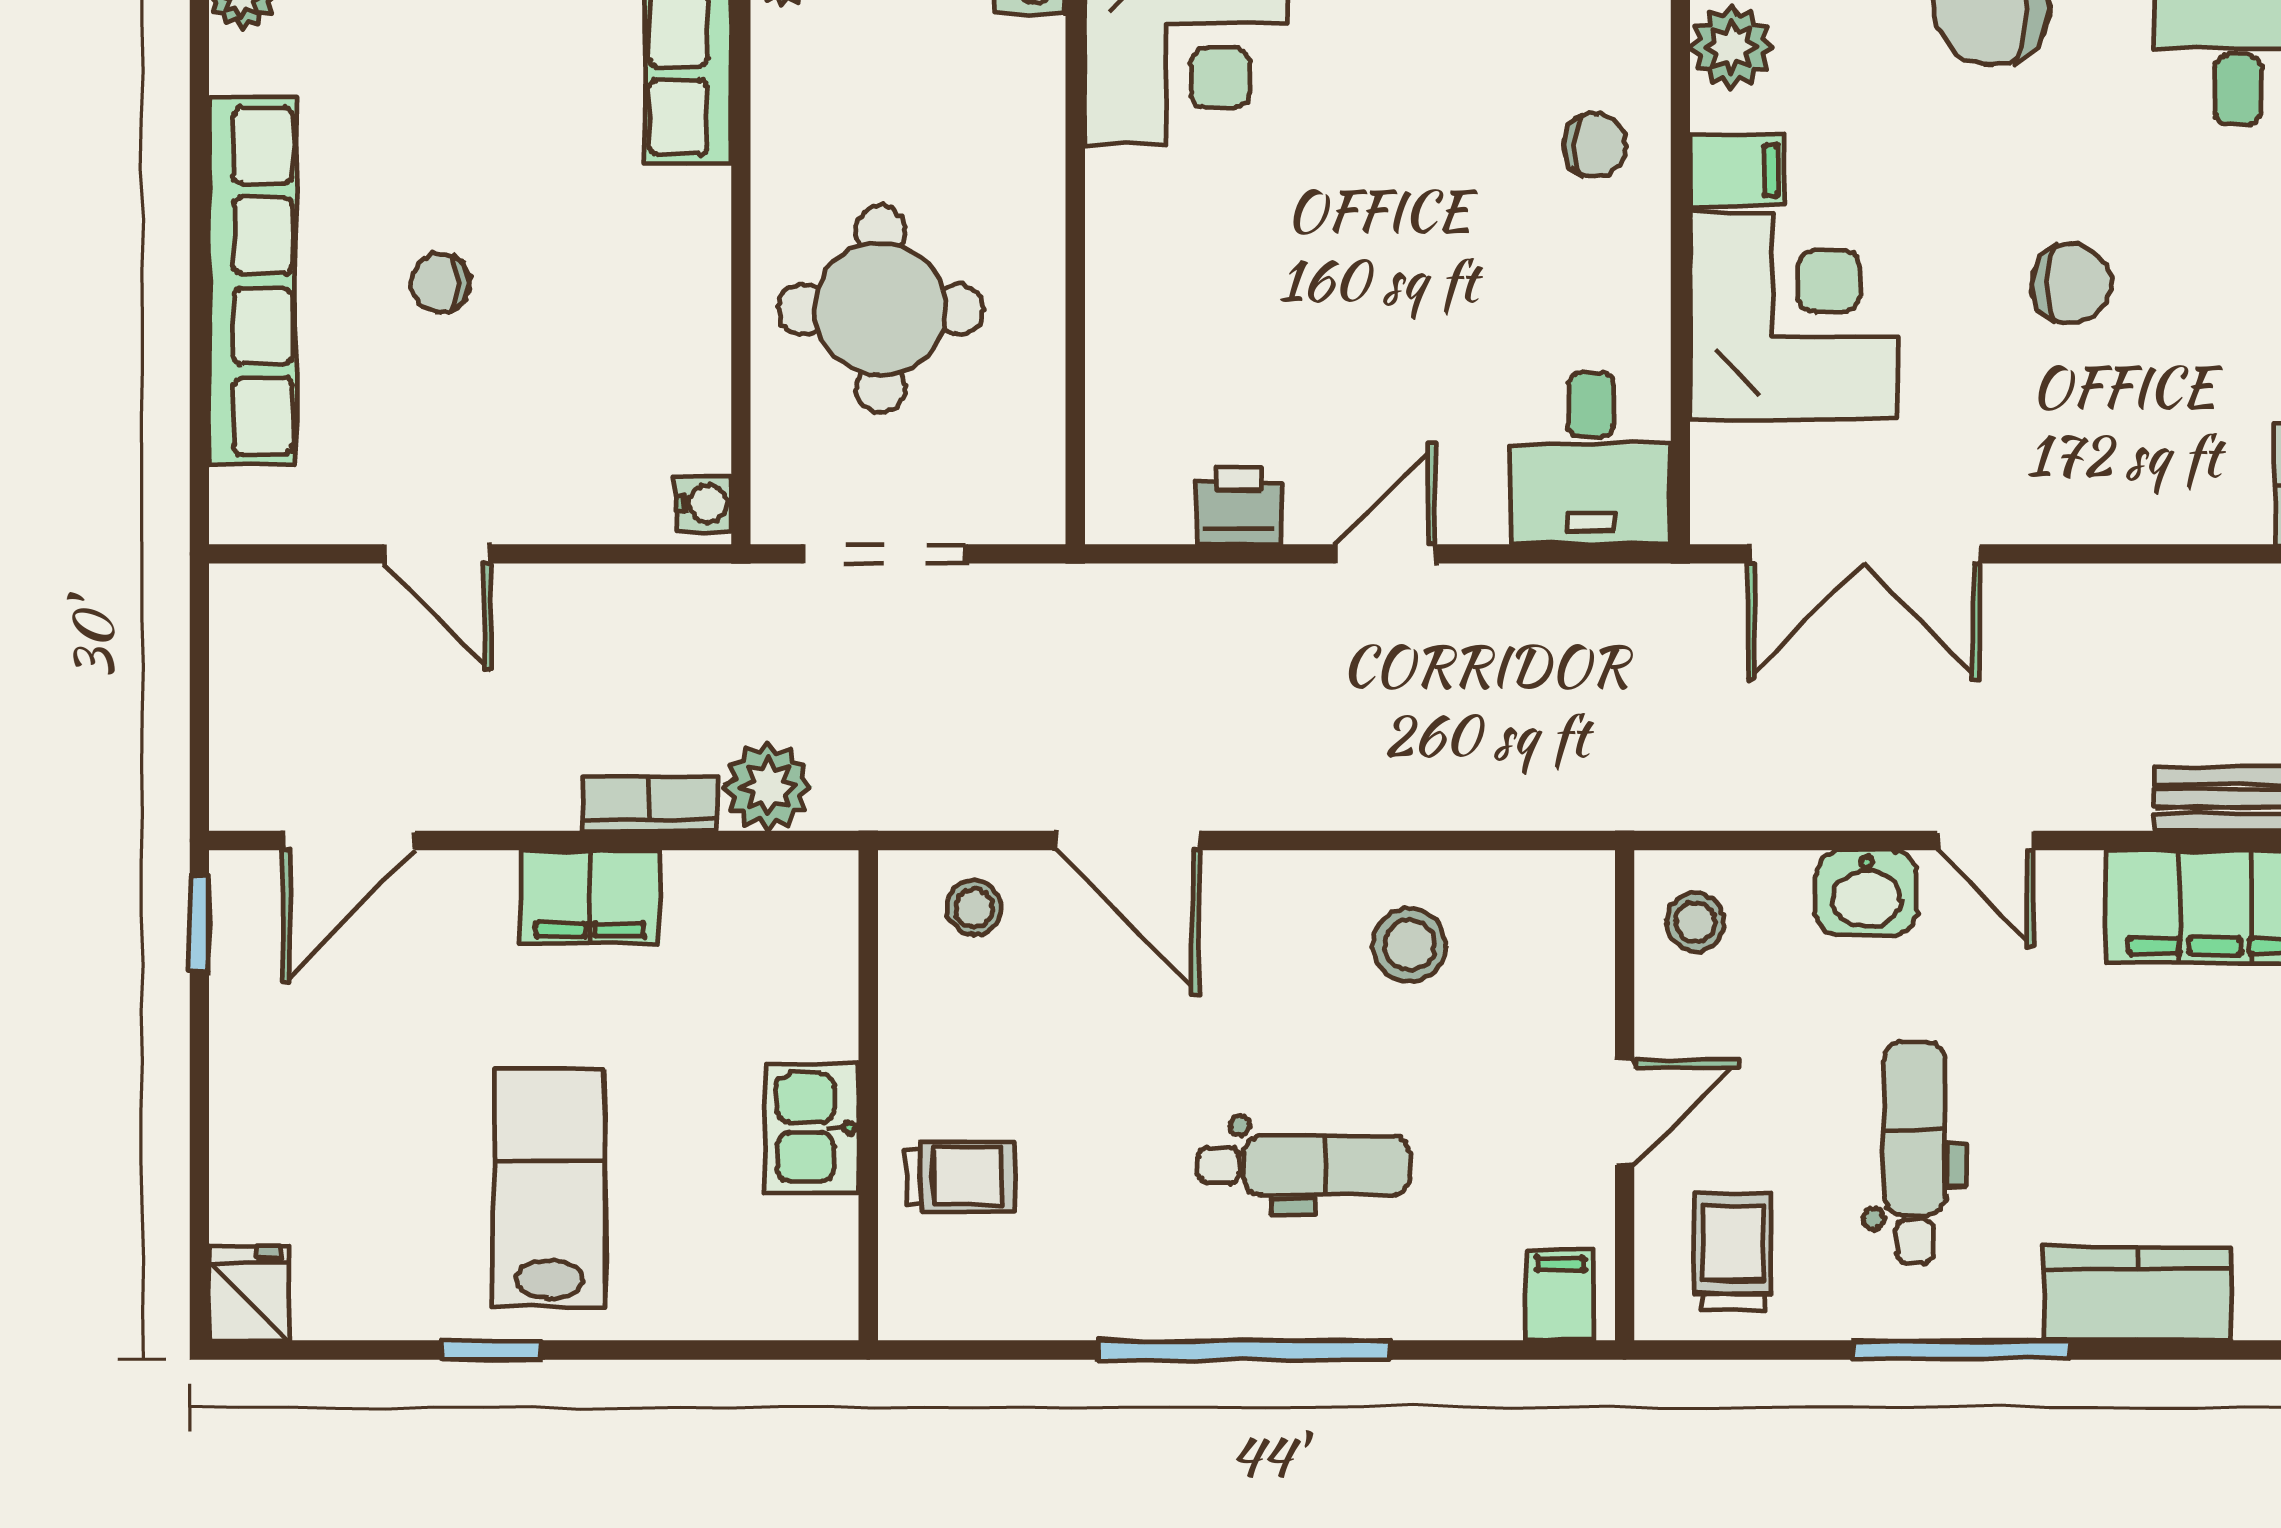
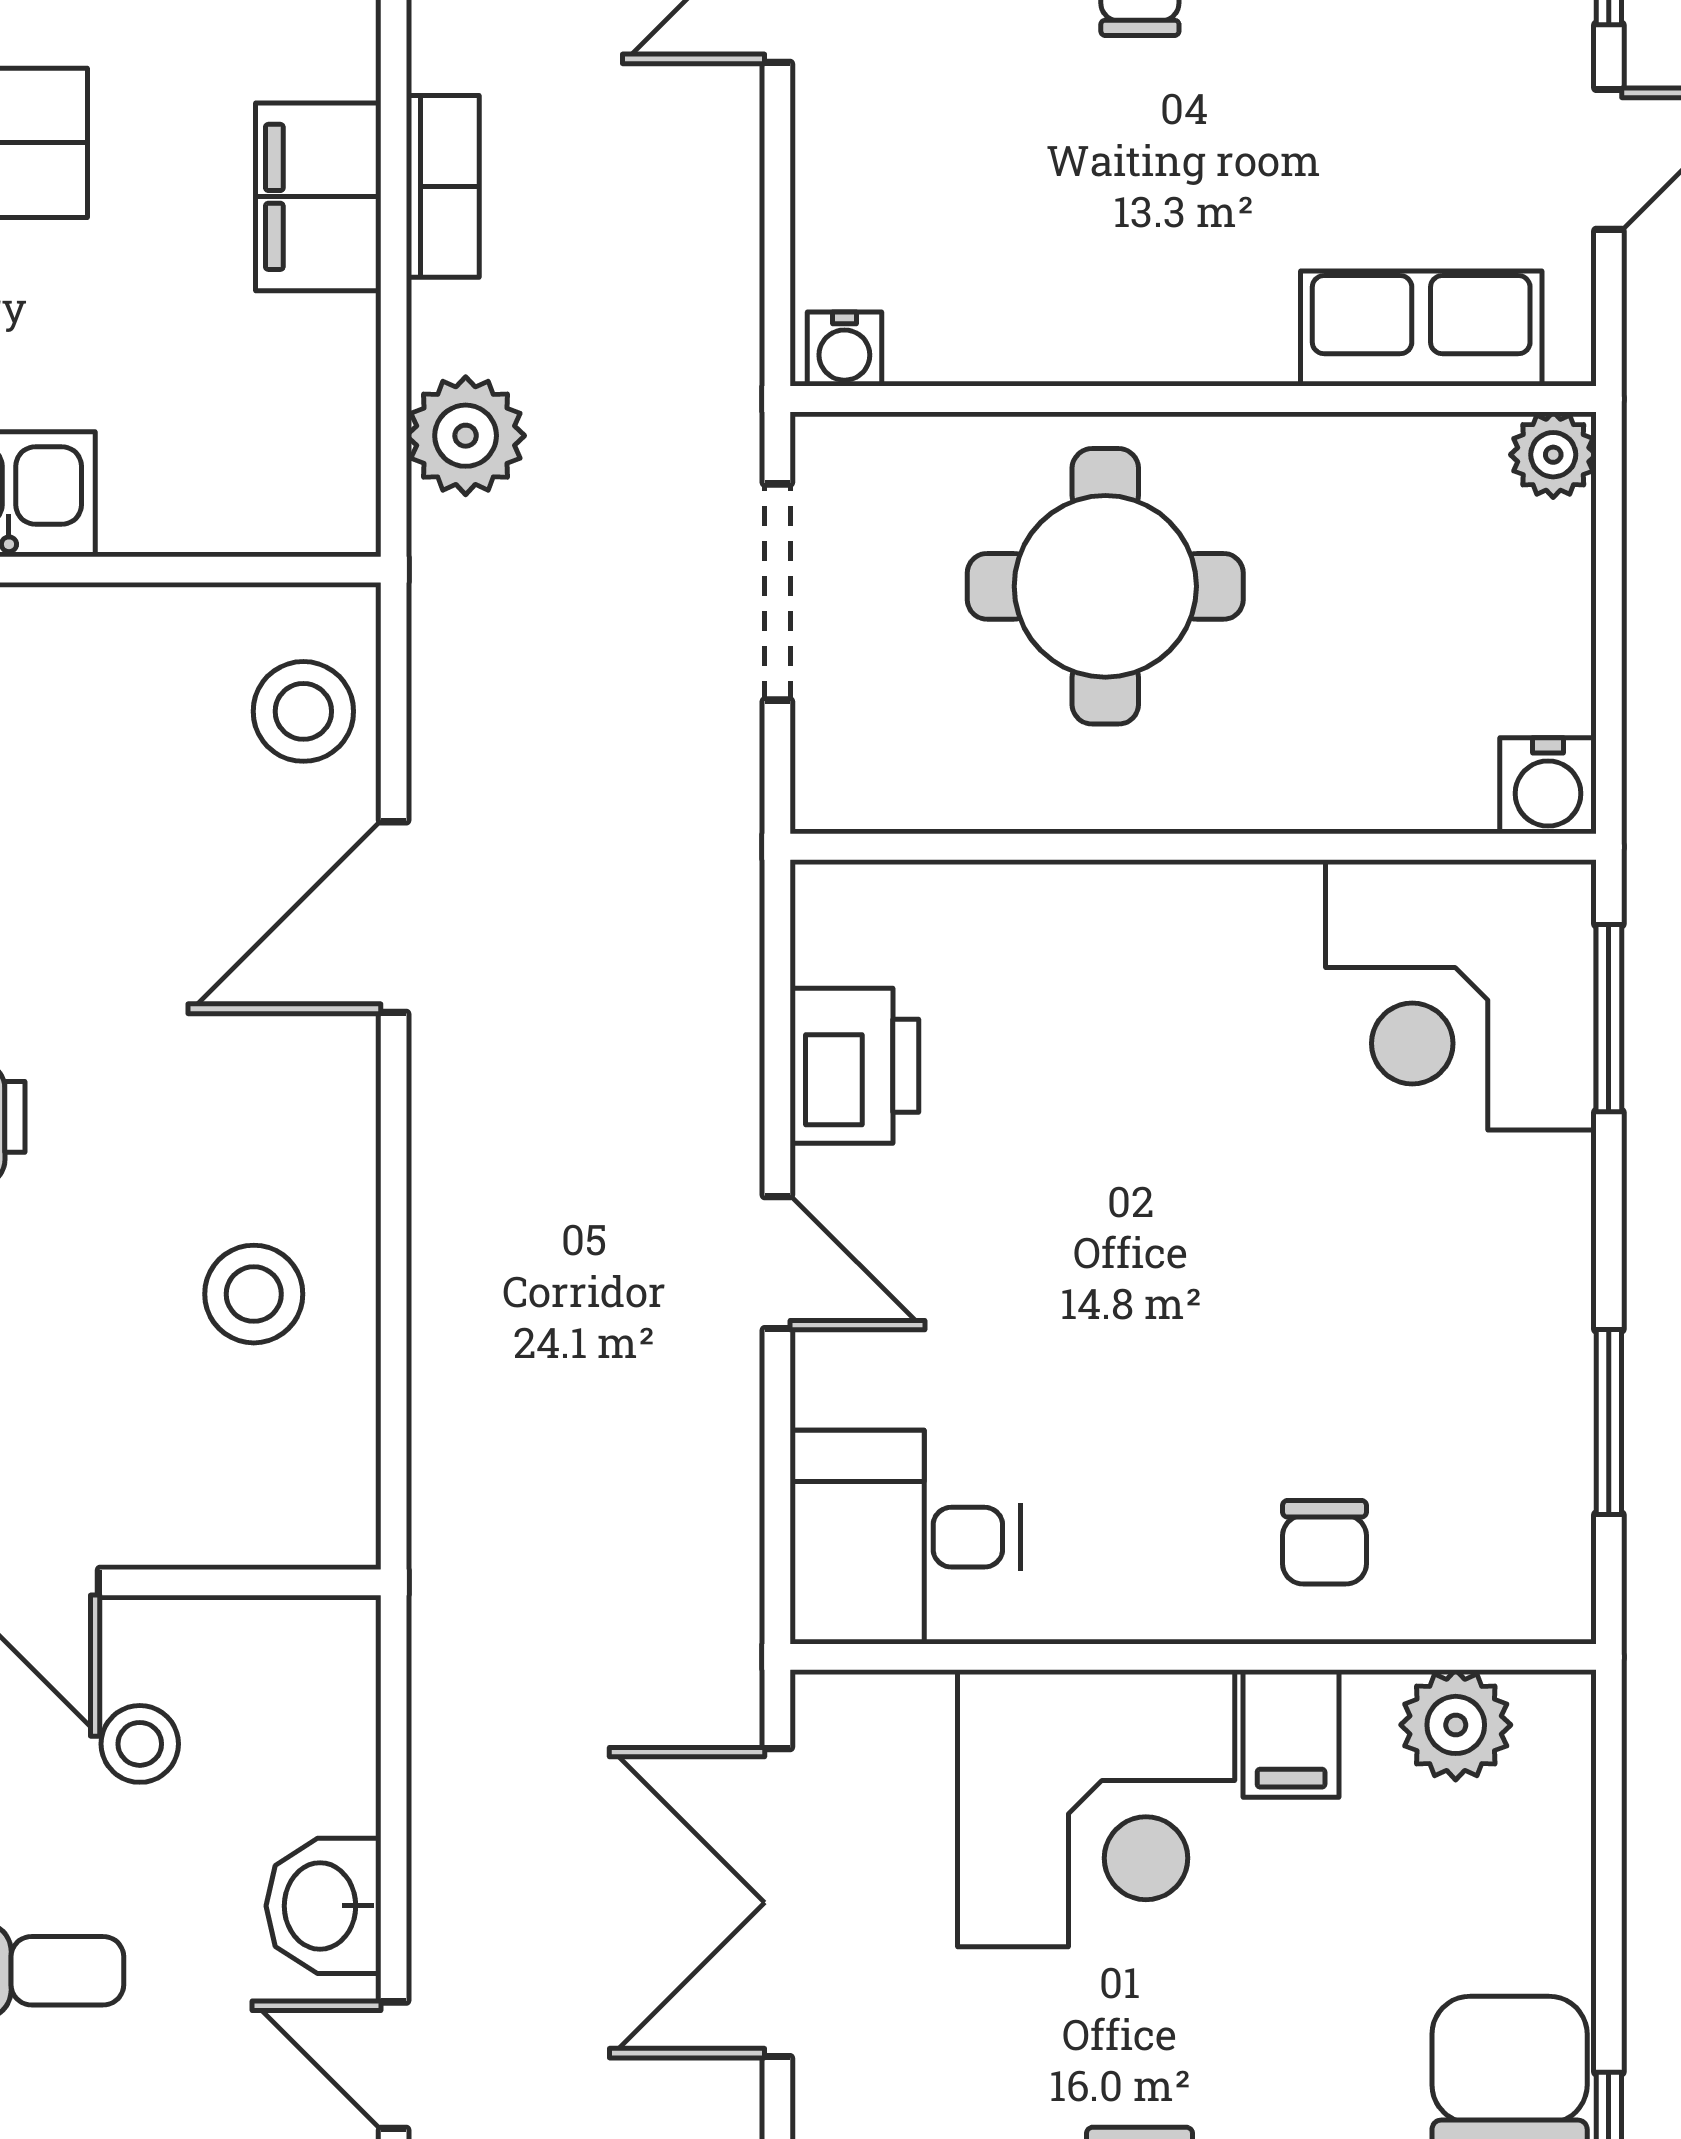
printer: (1239, 506) -> (854, 1066), width x1.36, depth x1.24
bookcase: (650, 804) -> (443, 186), moved
door: (1985, 840) -> (394, 2065), hinge flipped
stool: (974, 908) -> (303, 711), width x1.37, depth x1.37
stool: (1695, 922) -> (140, 1744), moved

